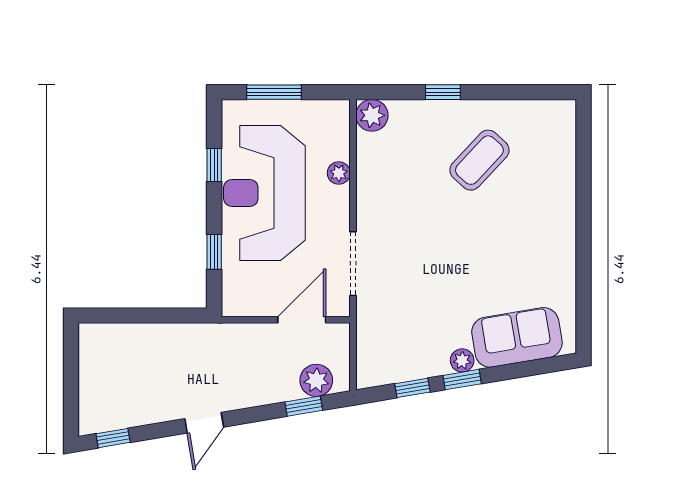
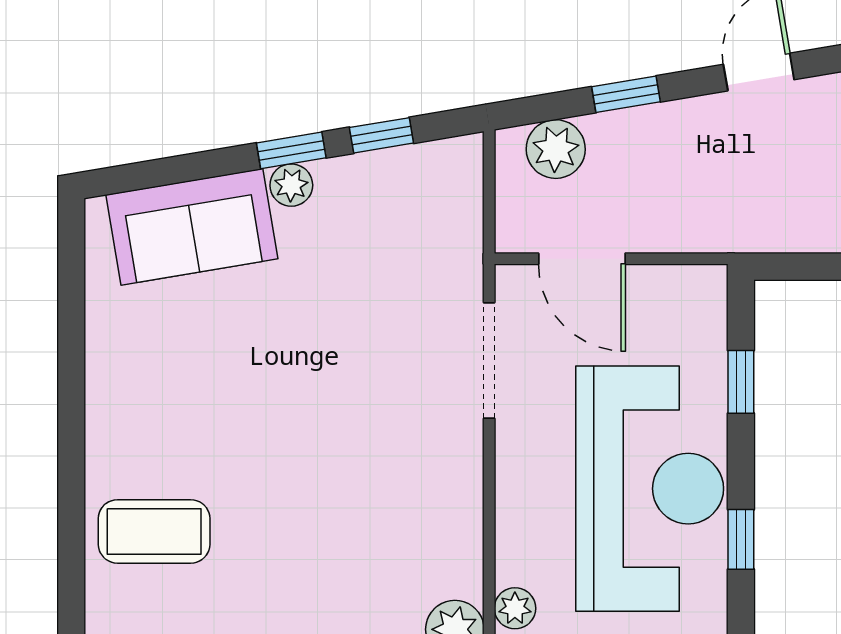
coffee table: (479, 160) -> (154, 531), moved, turned 47
plant: (339, 173) -> (515, 608), moved
door: (302, 320) -> (582, 259), hinge flipped
window: (304, 406) -> (626, 94), moved

